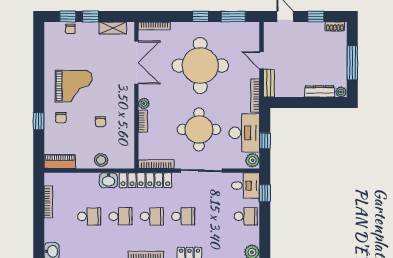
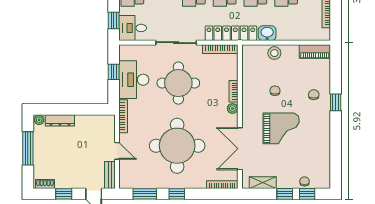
bench: (269, 83) -> (110, 175), moved
grand piano: (74, 86) -> (281, 128), moved, turned 180
window: (39, 121) -> (336, 102), moved
plant: (253, 160) -> (126, 53), removed

